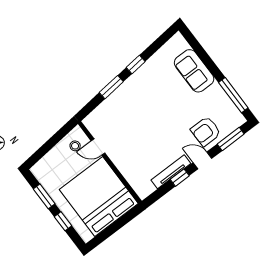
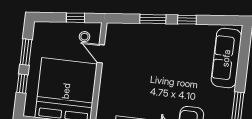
sofa: (194, 71) -> (226, 58), width x1.36
window: (56, 139) -> (75, 18), added

